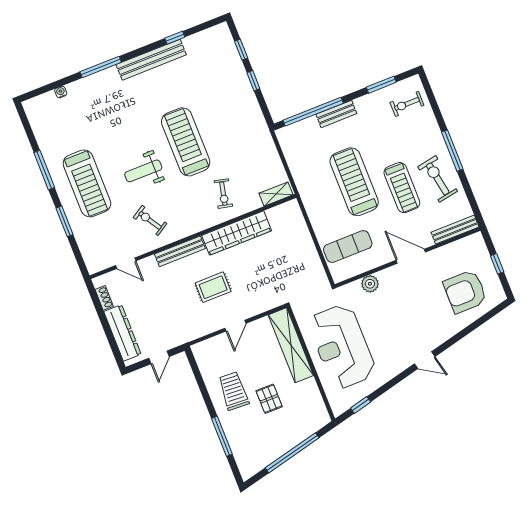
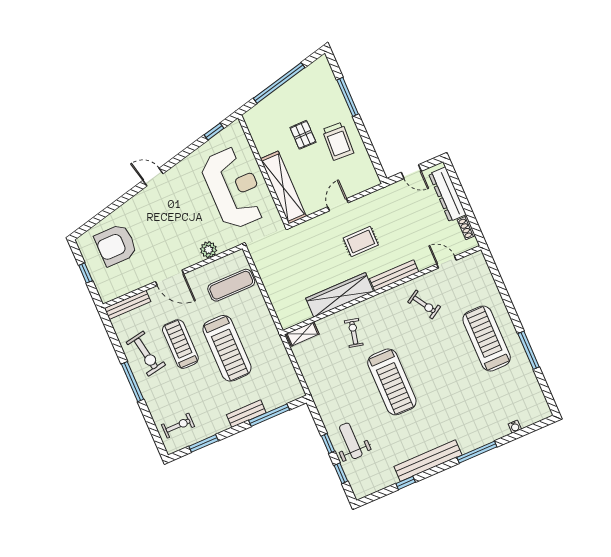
window: (313, 112) -> (269, 415), width x0.68
weight bench: (143, 171) -> (351, 441), moved, turned -90
window: (64, 221) -> (507, 301), removed
armchair: (465, 292) -> (116, 245), turned 180
door: (159, 357) -> (411, 172), swing flipped

